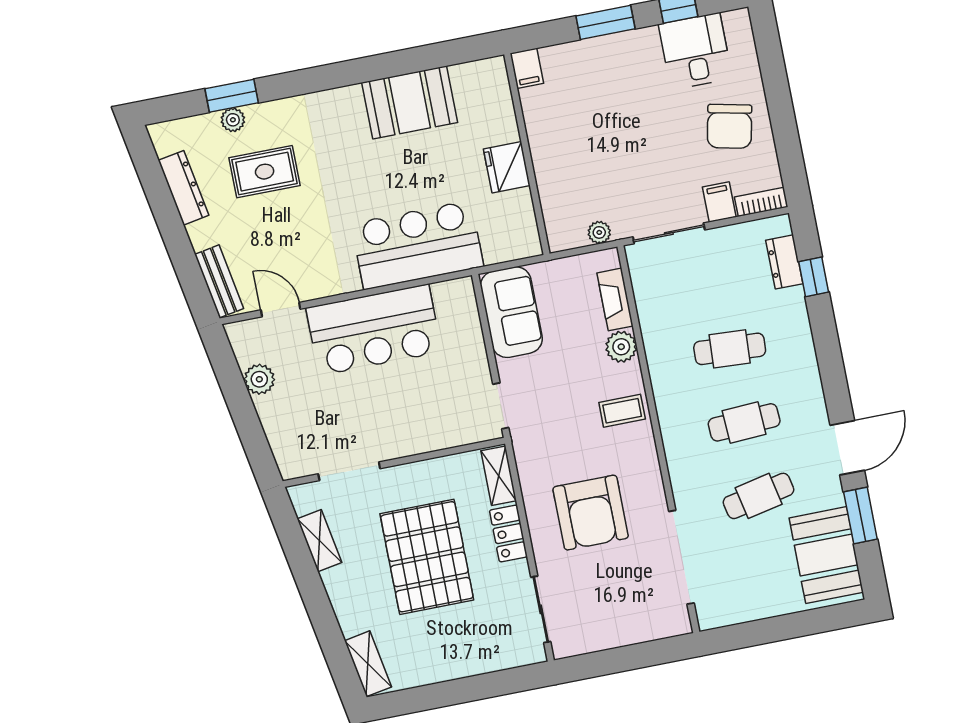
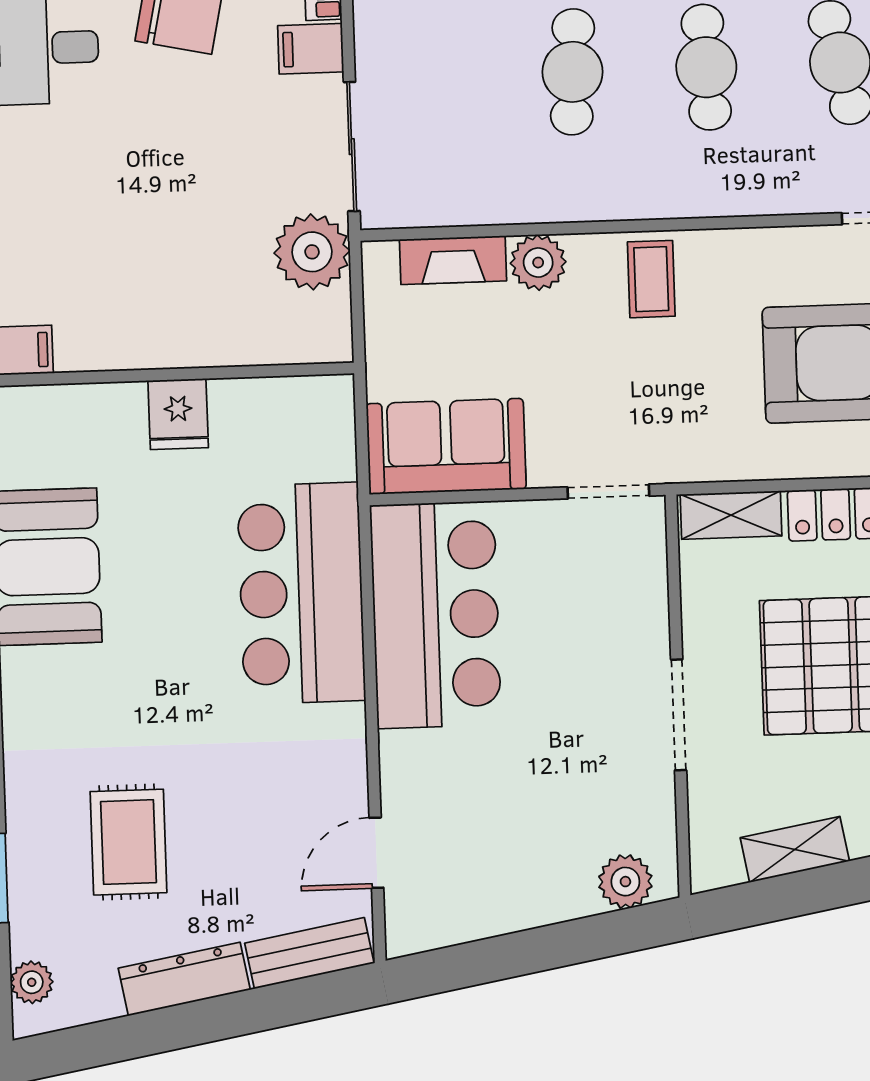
plant: (233, 120) -> (32, 982), moved
fridge: (507, 167) -> (178, 414), width x0.72
dresser: (183, 188) -> (184, 979), moved
plant: (599, 232) -> (312, 252), width x1.88, depth x1.88
bar counter: (374, 330) -> (436, 615), moved
plant: (259, 379) -> (625, 882), moved
doorway: (349, 471) -> (679, 715), moved

